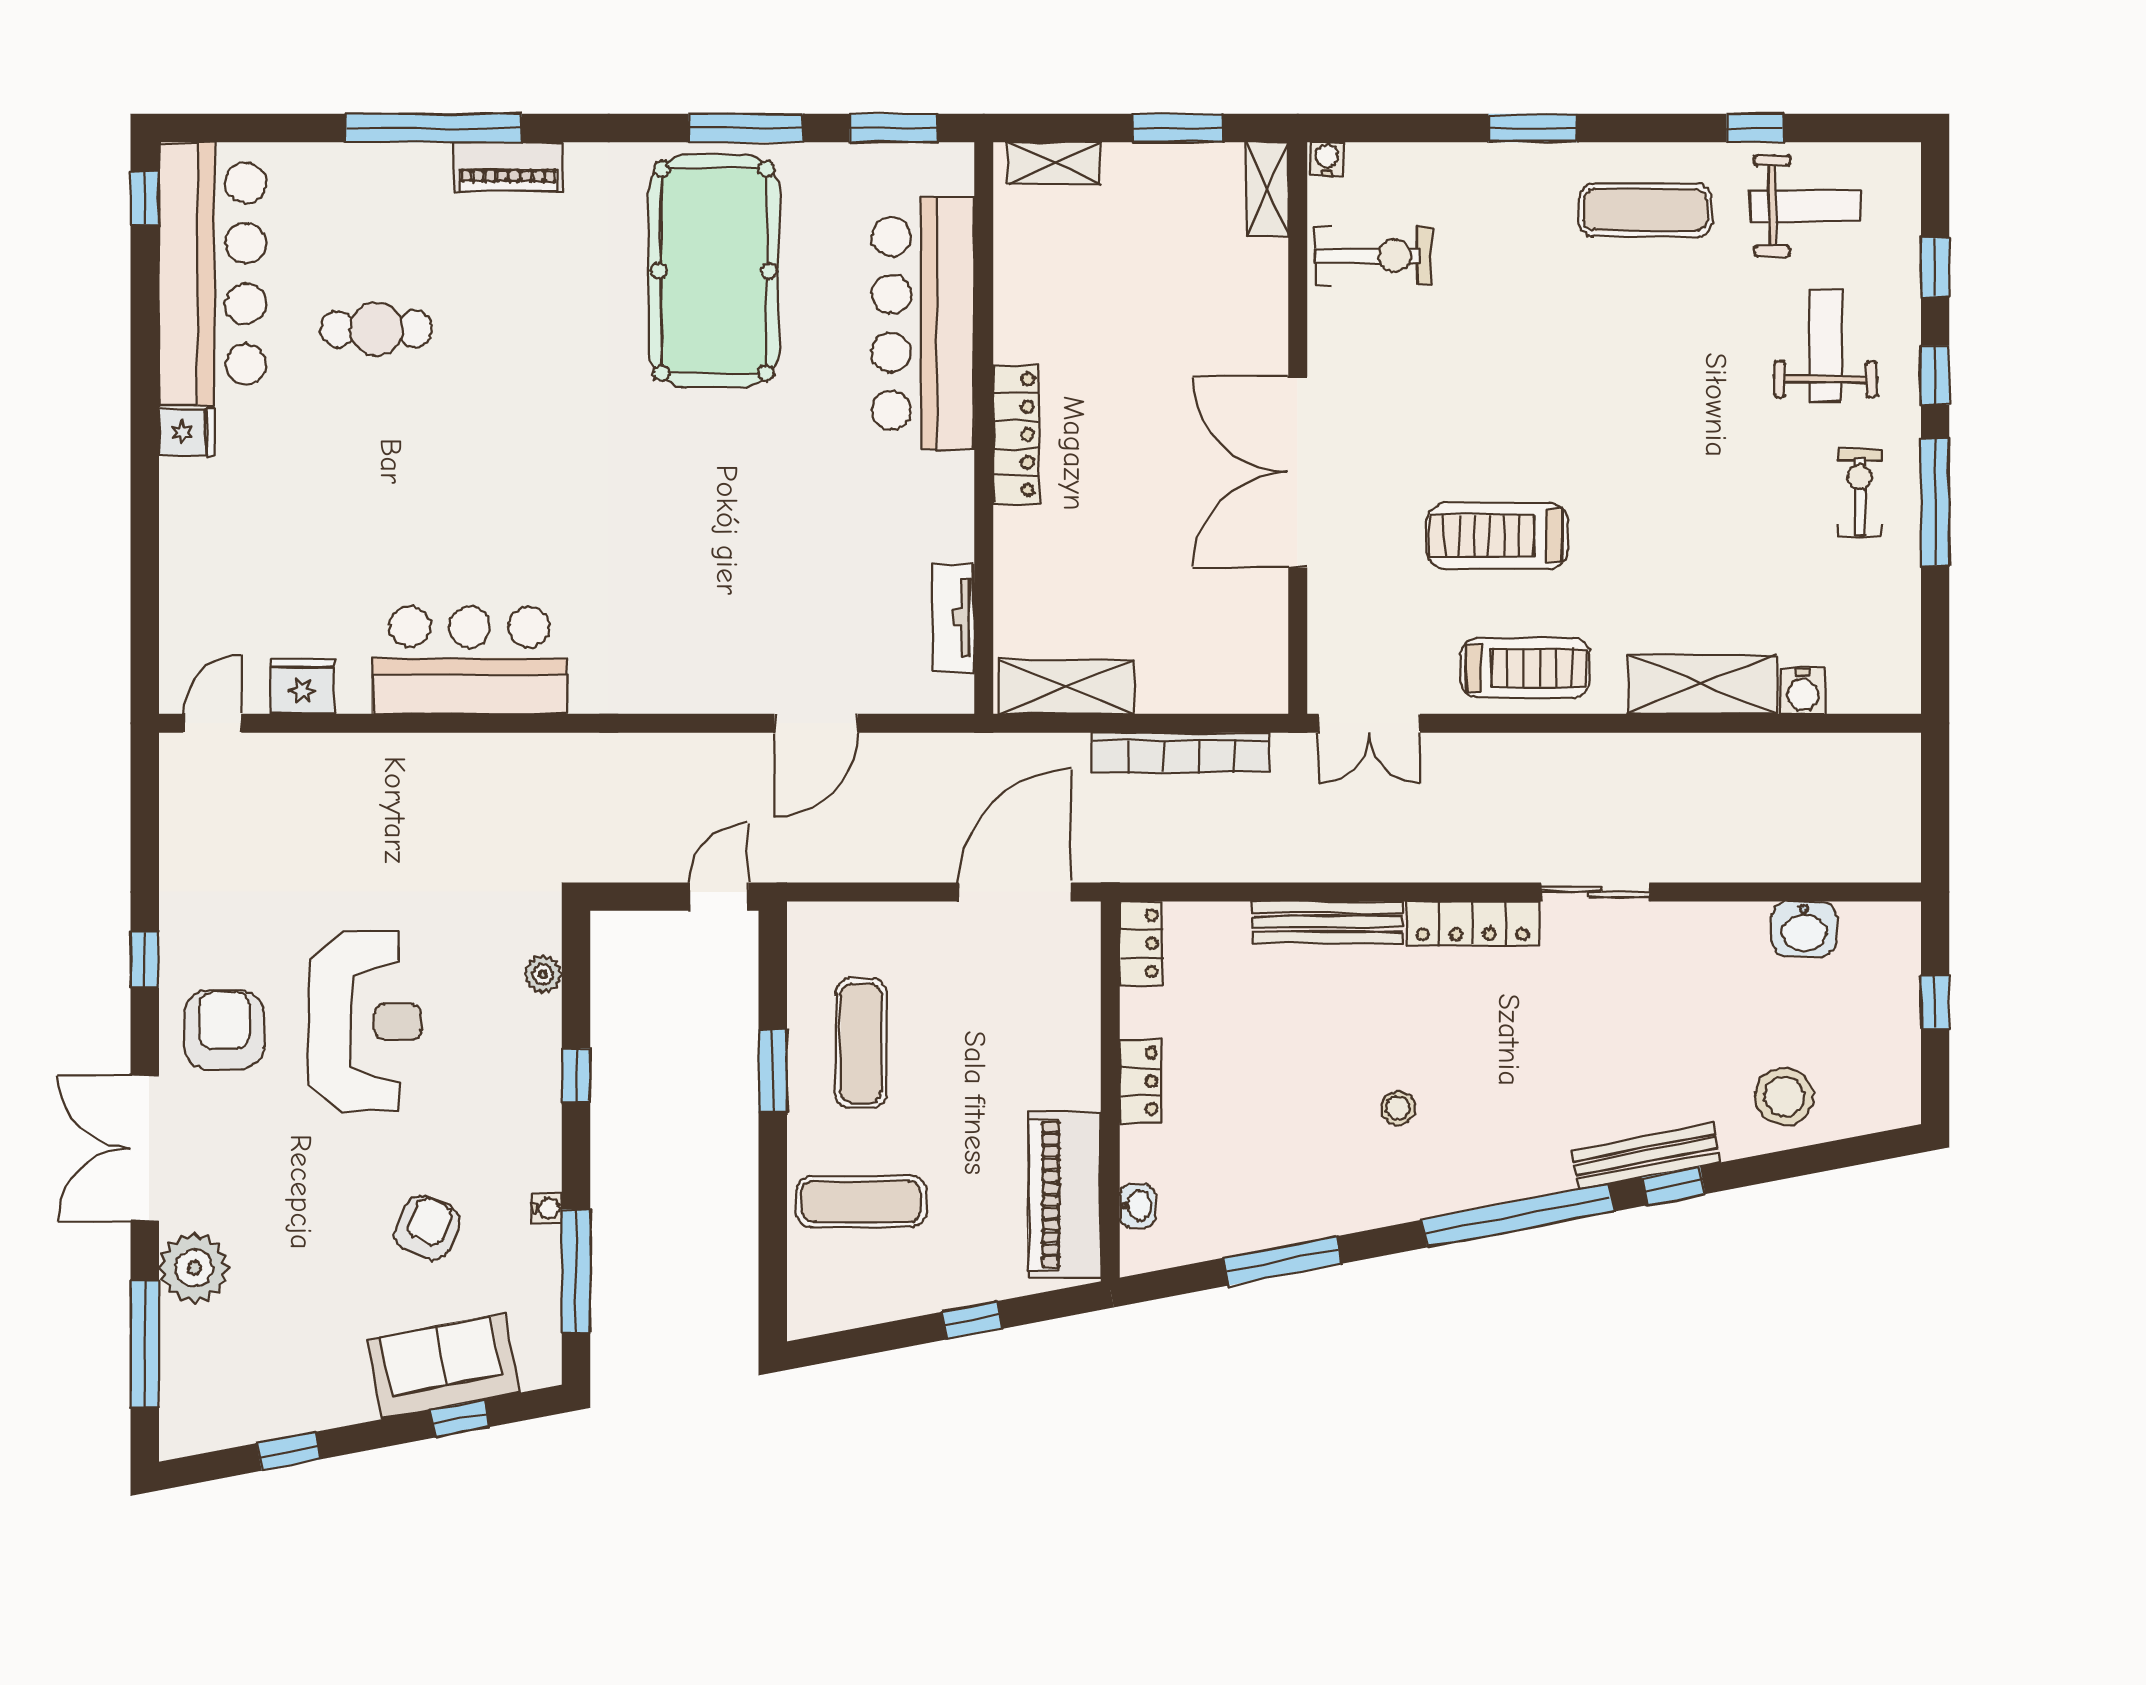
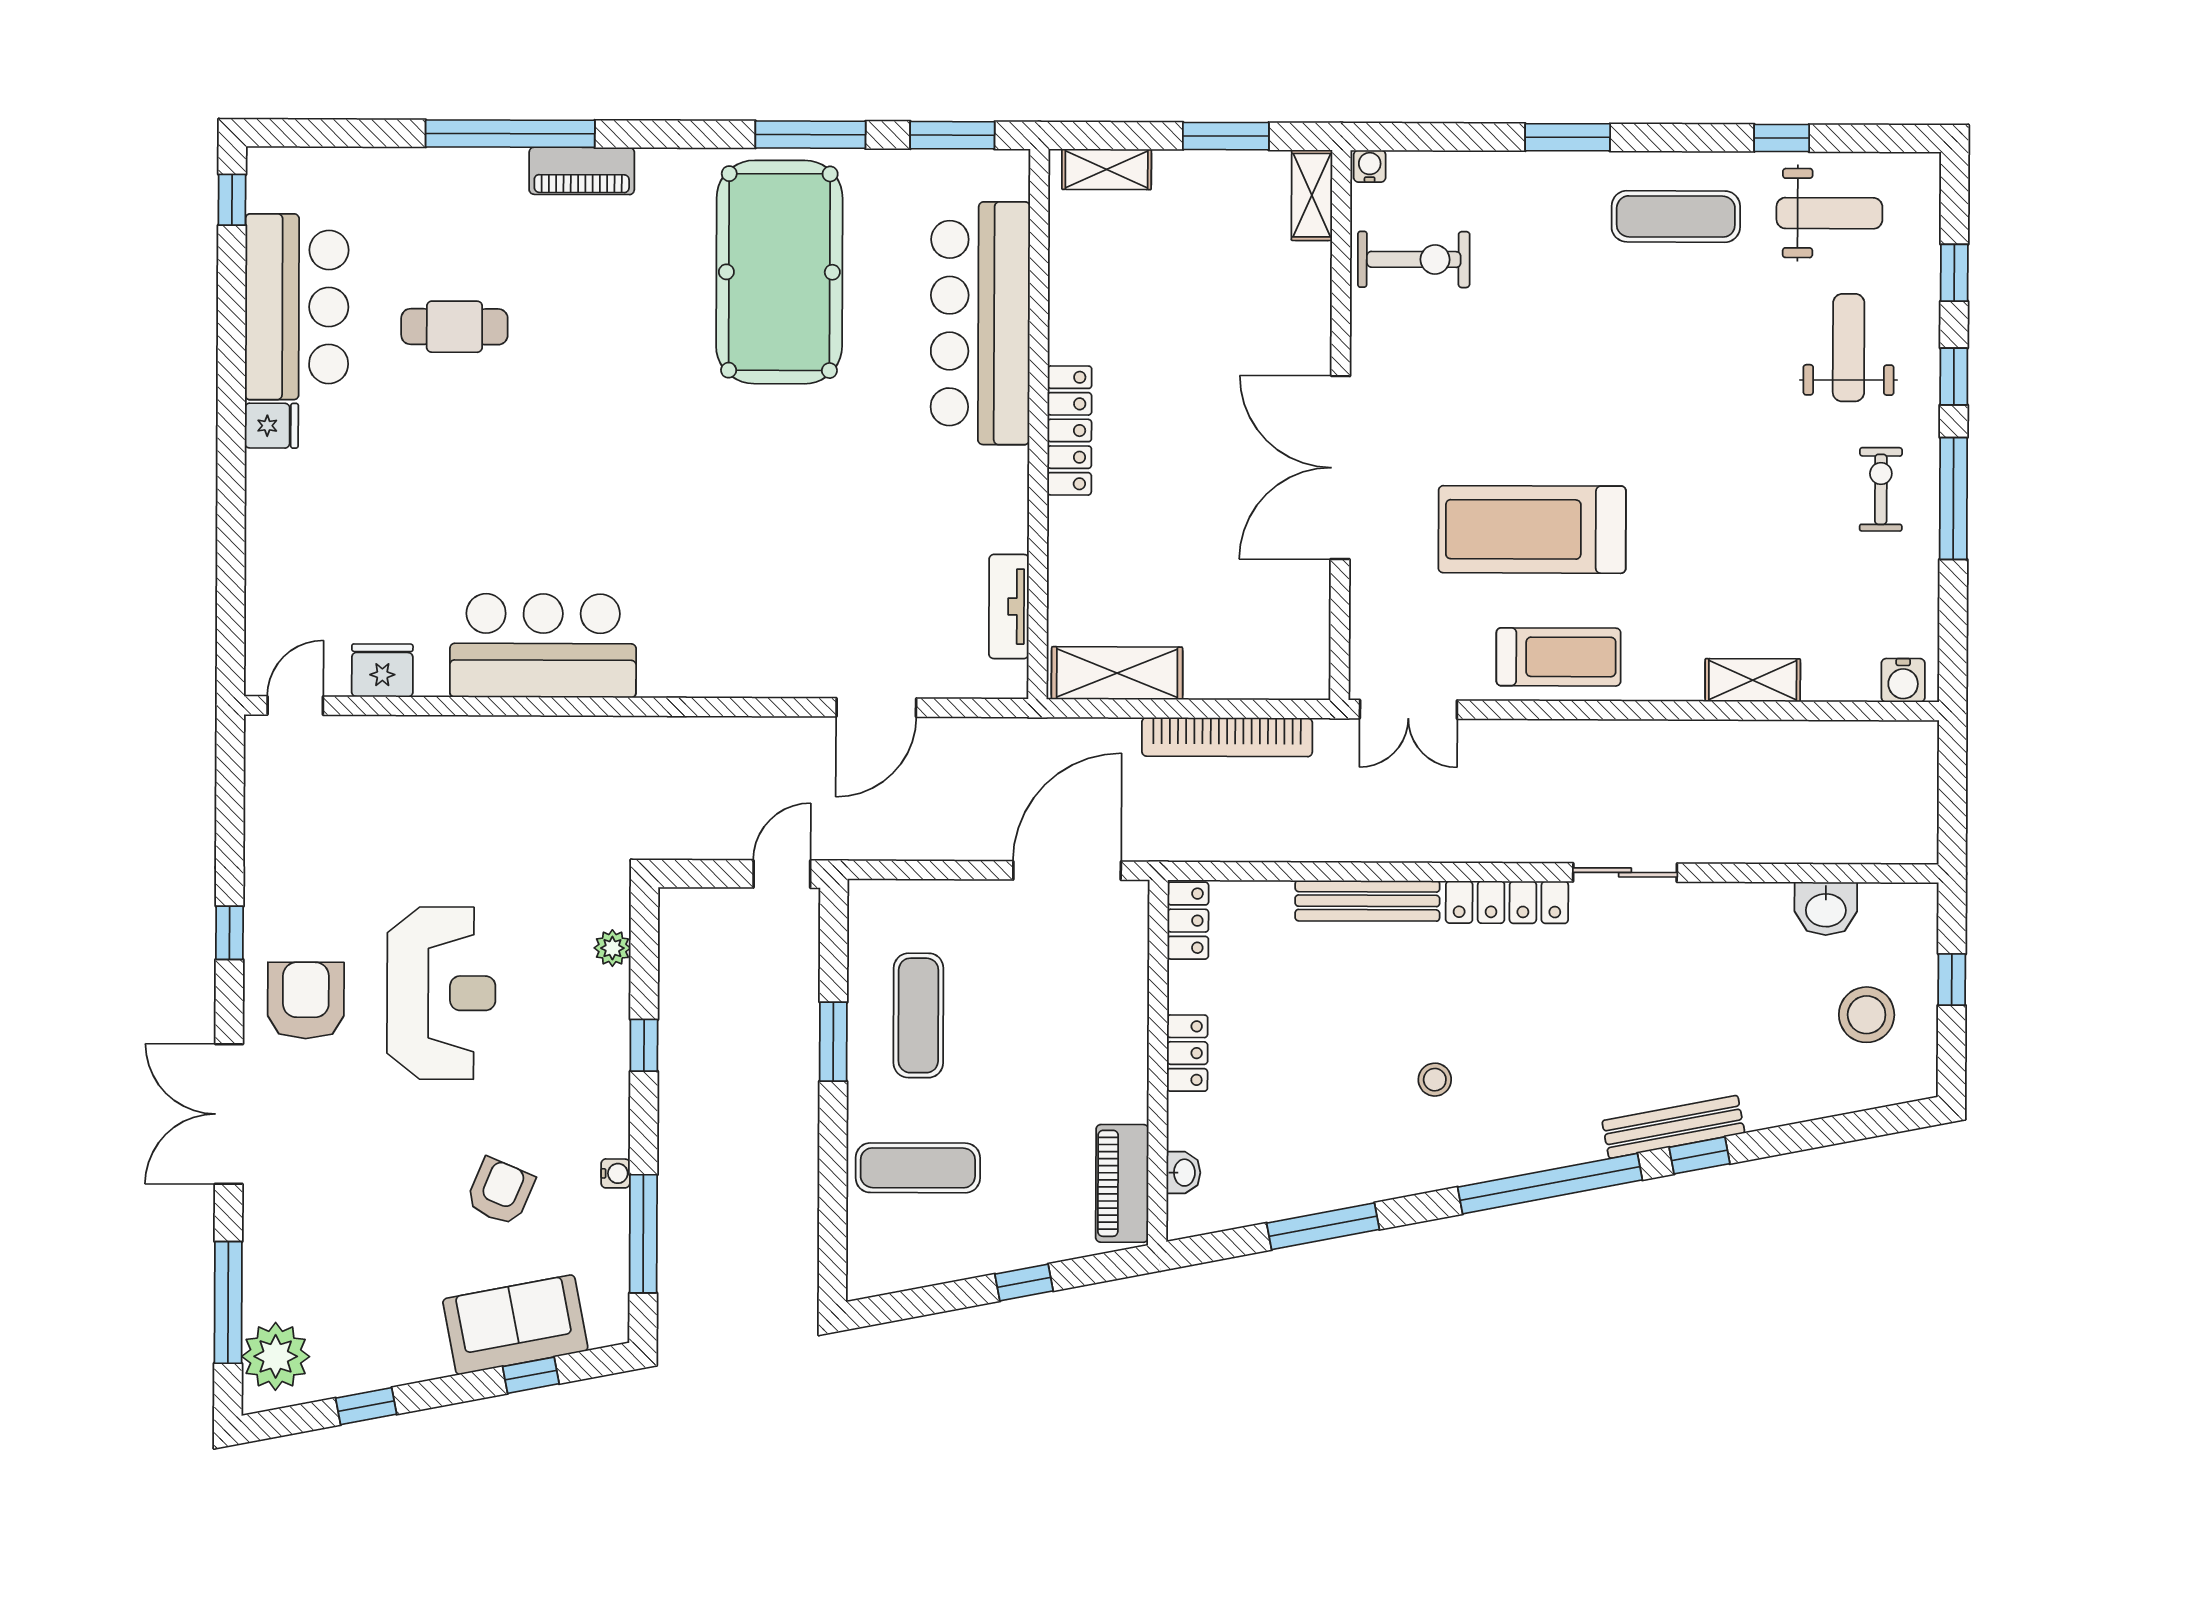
bar counter: (212, 274) -> (297, 307), width x0.73
treadmill: (1497, 536) -> (1532, 529), width x1.37, depth x1.38
shelving: (1702, 684) -> (1753, 680), width x0.67, depth x0.75
water cooler: (1803, 691) -> (1903, 680), moved
stool: (1784, 1096) -> (1867, 1015), moved
piano: (1065, 1195) -> (1122, 1183), width x0.73, depth x0.75
plant: (194, 1268) -> (276, 1356), moved

